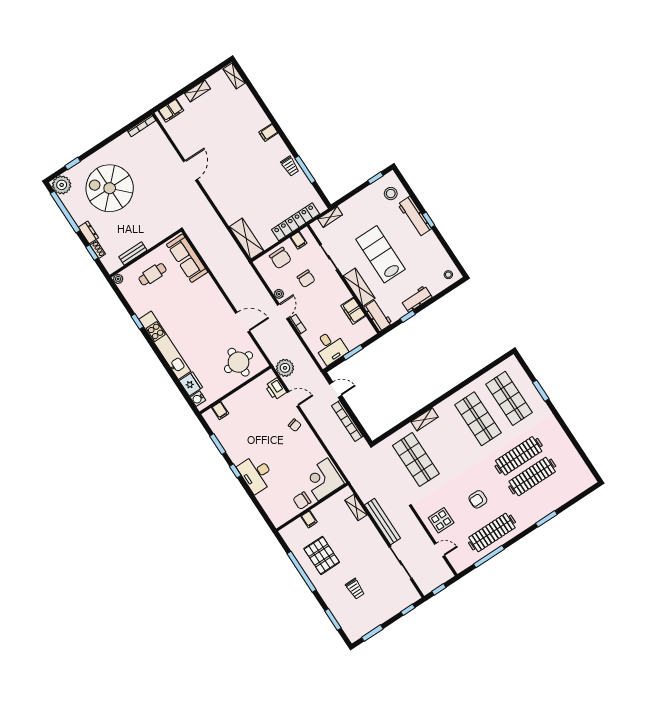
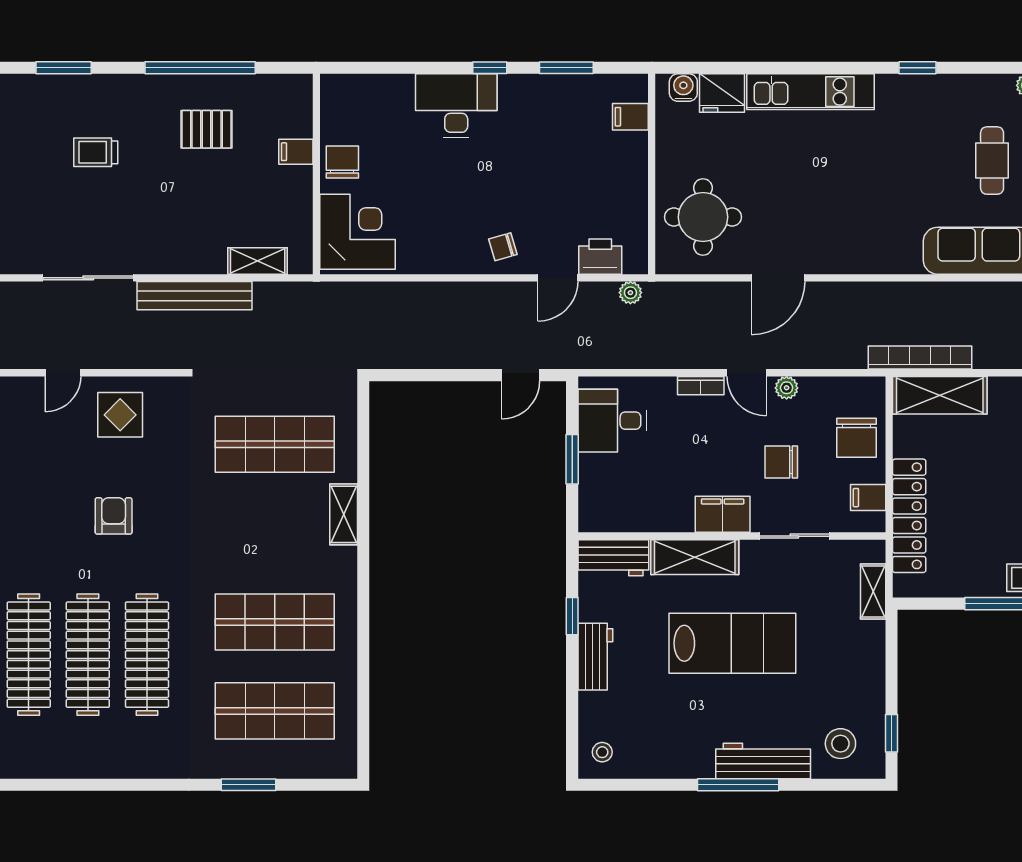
window: (429, 220) -> (738, 785), width x2.17
chair: (280, 258) -> (856, 438), turned -90
filing cabinet: (353, 311) -> (723, 514), moved
kitchen unit: (165, 345) -> (810, 92), width x0.73
plant: (285, 368) -> (630, 293), width x0.53, depth x0.53
bookcase: (347, 421) -> (920, 357), moved
clothes rail: (492, 532) -> (29, 655), moved
pallet: (322, 556) -> (207, 129), width x0.67, depth x0.71

